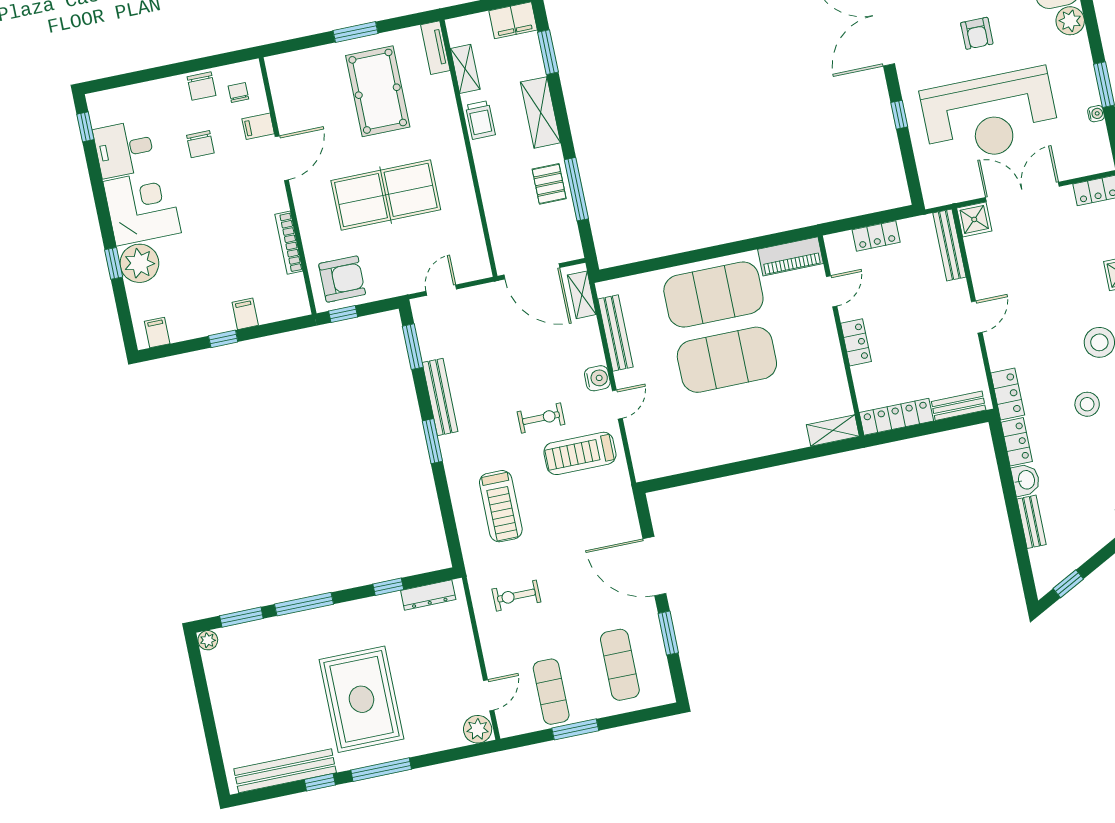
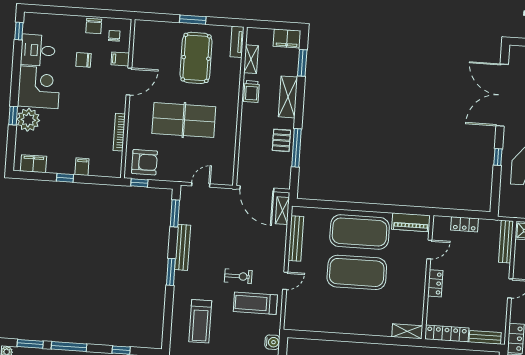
chair: (200, 144) -> (83, 60), turned 90
filing cabinet: (157, 333) -> (34, 164), width x2.00
water cooler: (597, 378) -> (272, 342), moved

